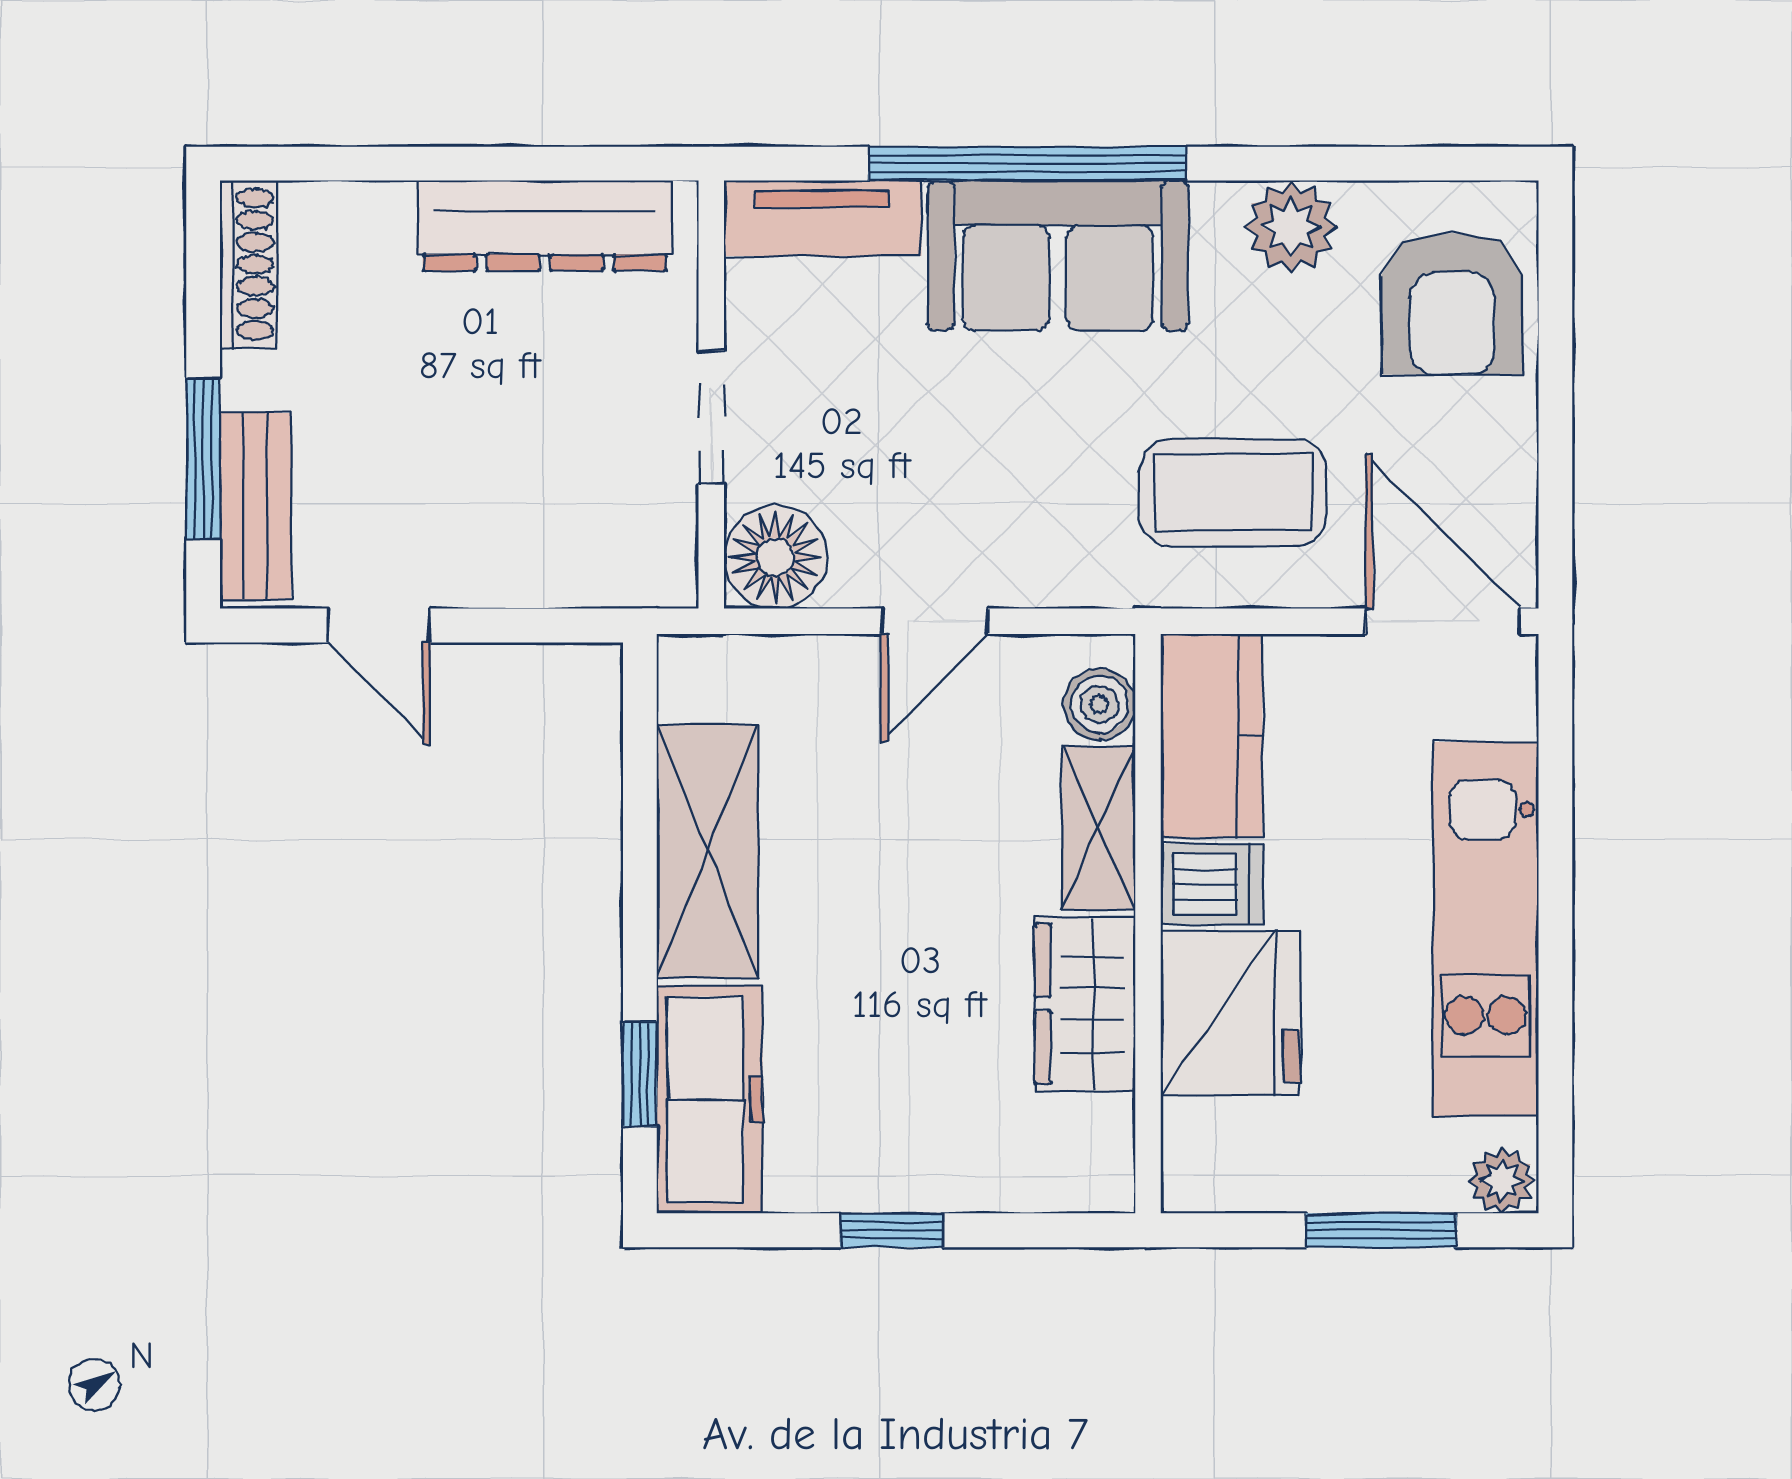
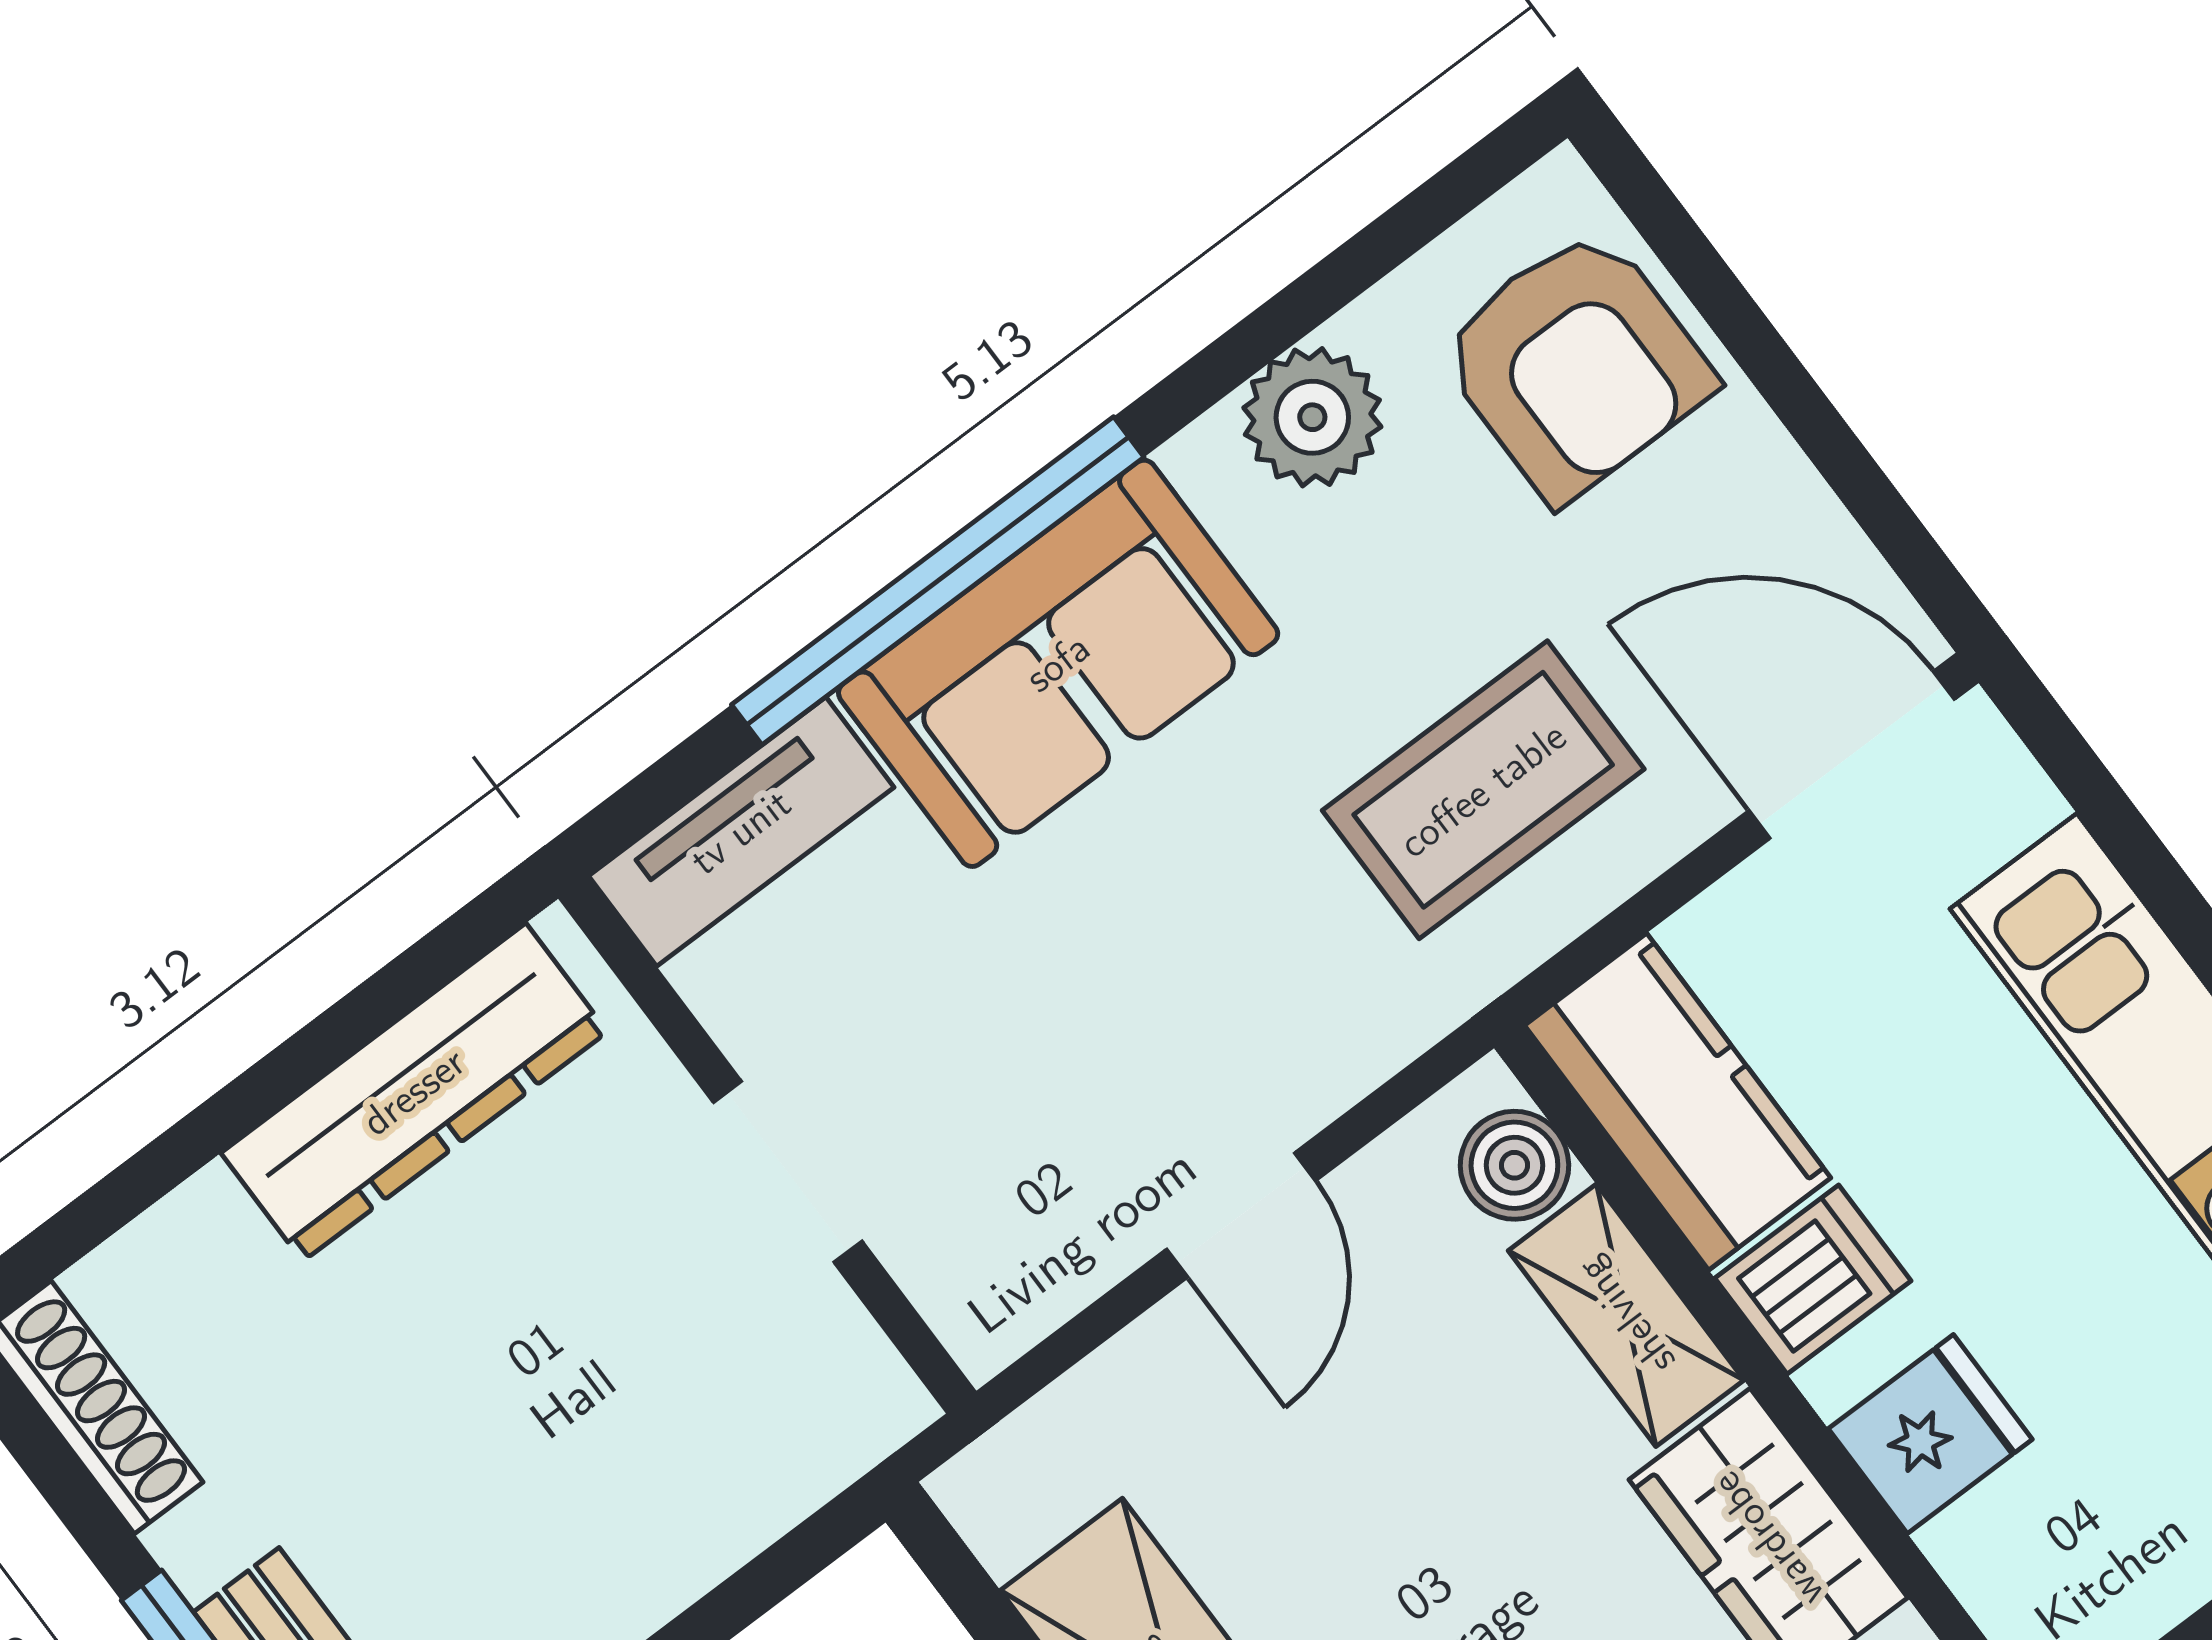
floor lamp: (776, 557) -> (992, 1282), removed
fridge: (1230, 1013) -> (1930, 1434), width x0.53, depth x0.75

